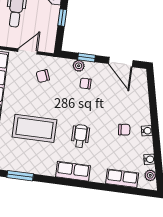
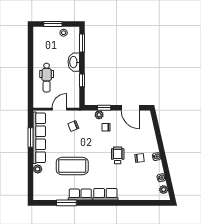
wheelchair: (80, 136) -> (118, 155), moved
row of seats: (122, 178) -> (80, 195), moved

